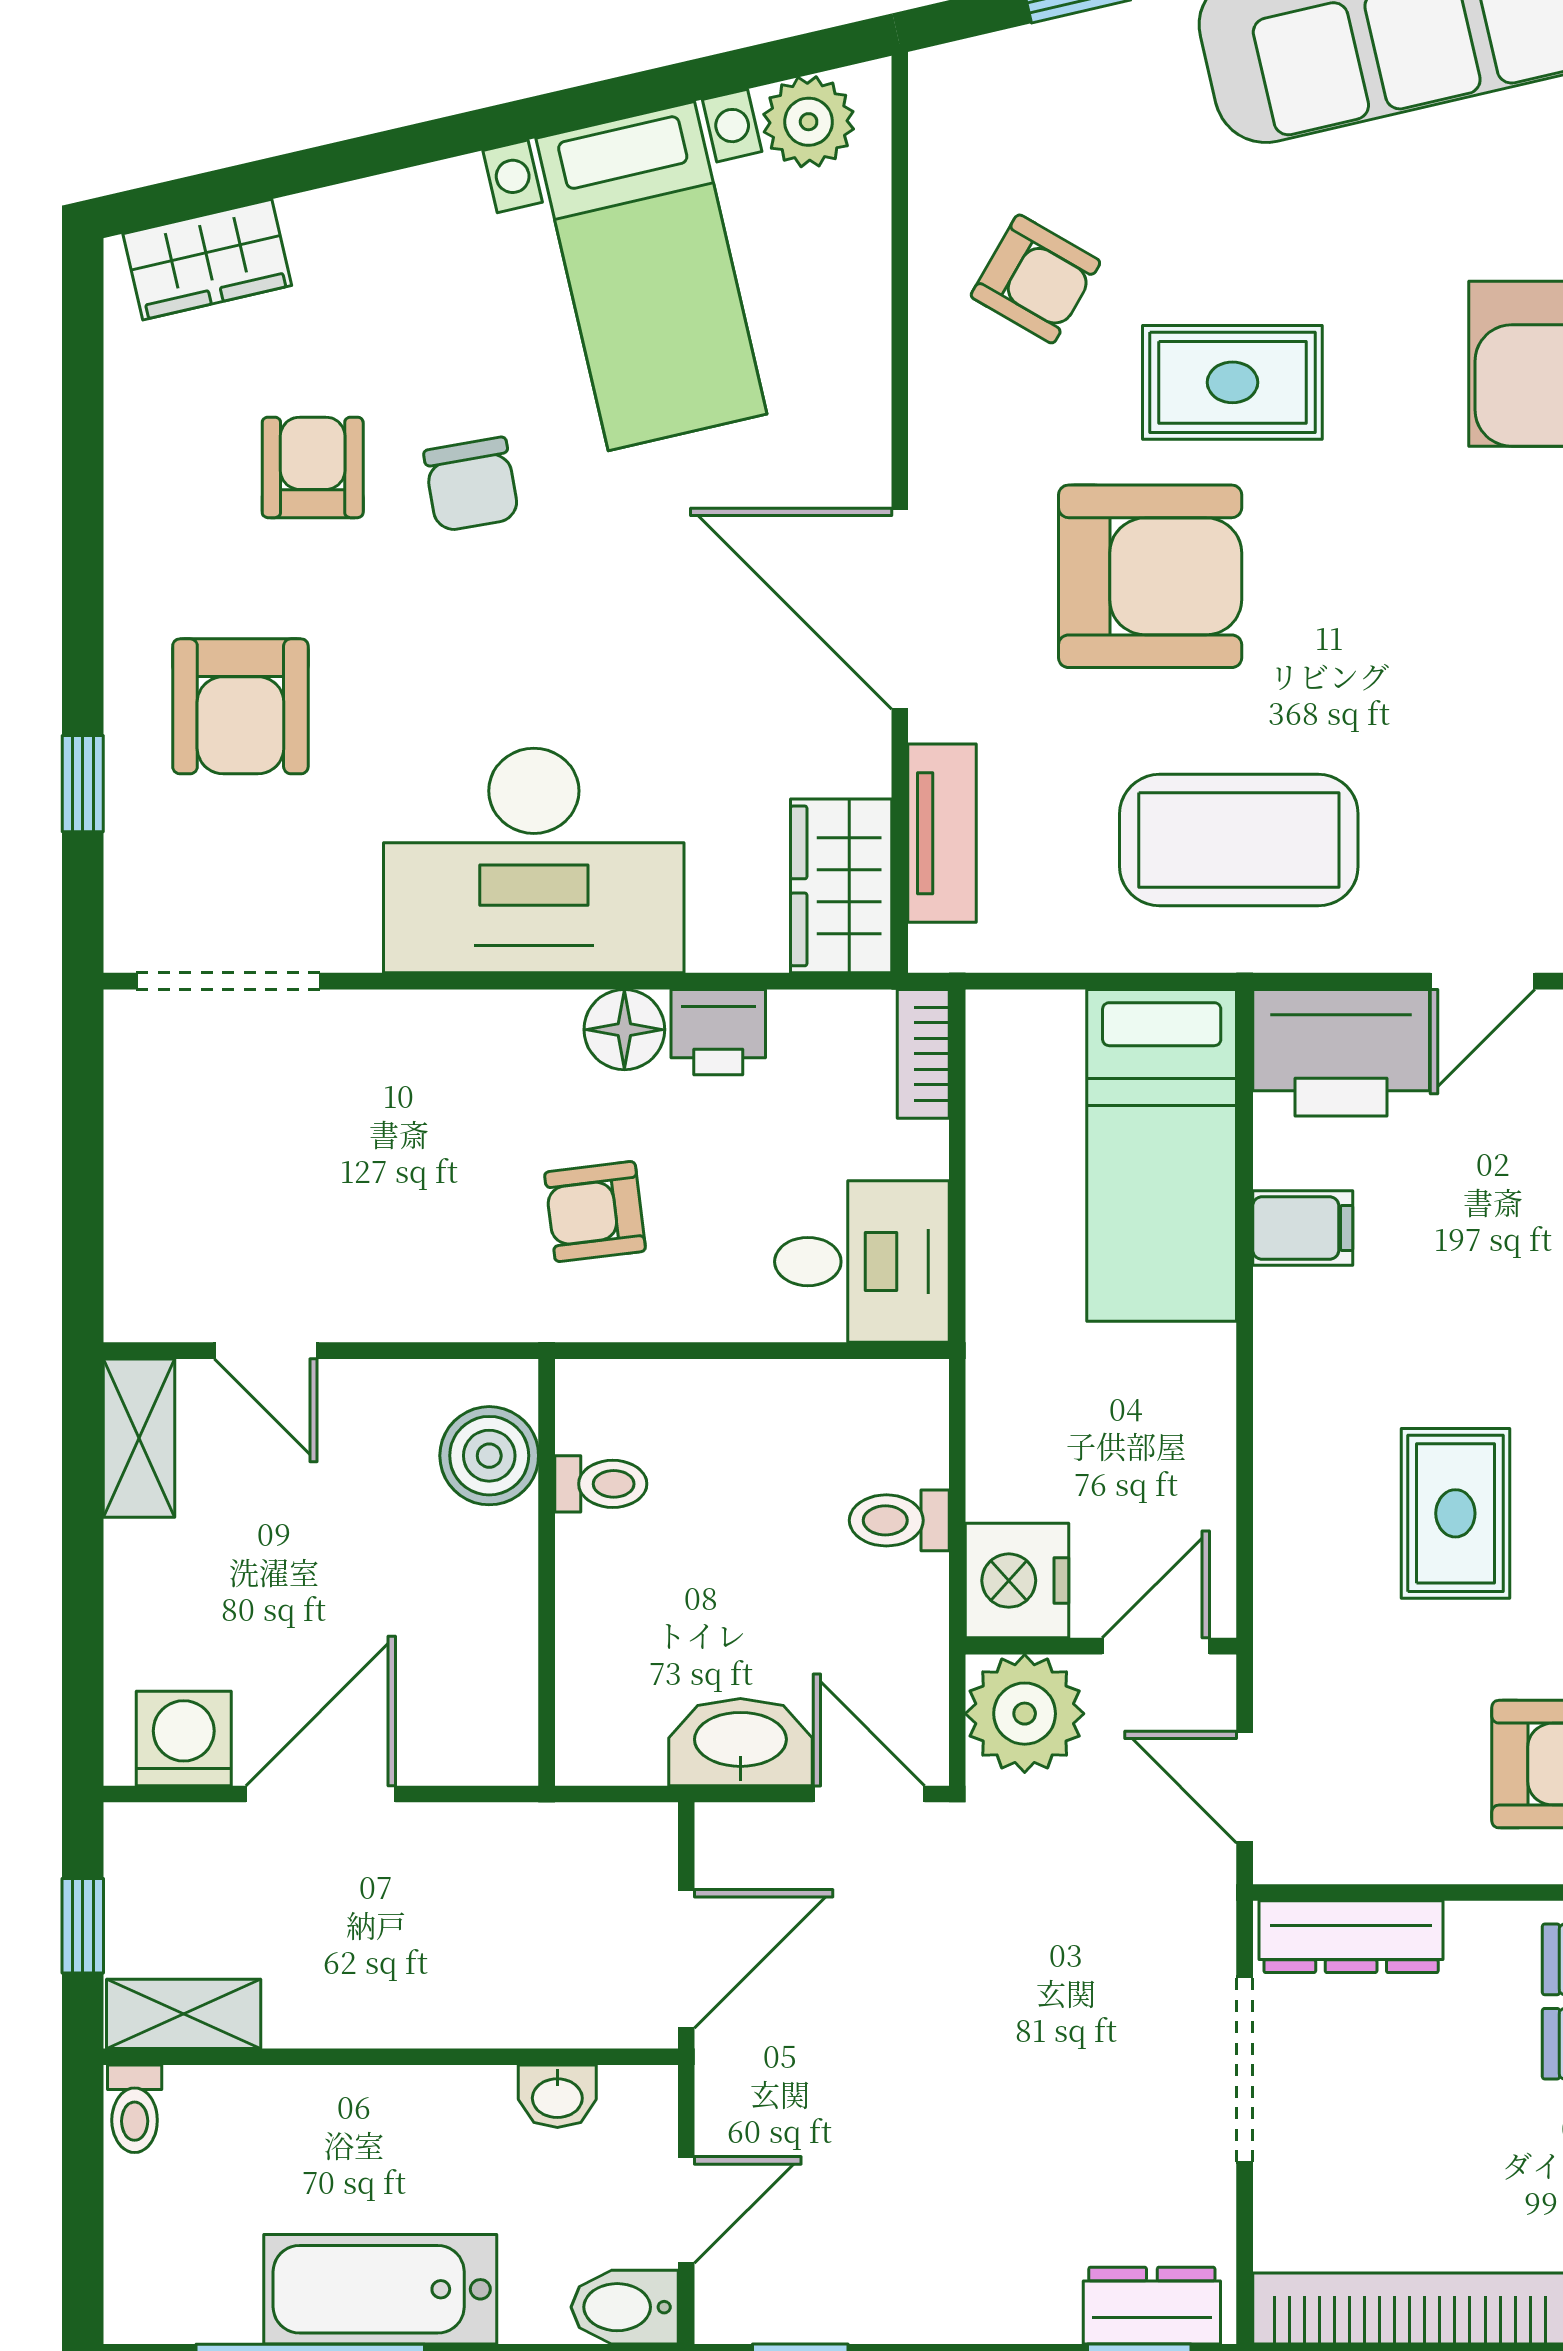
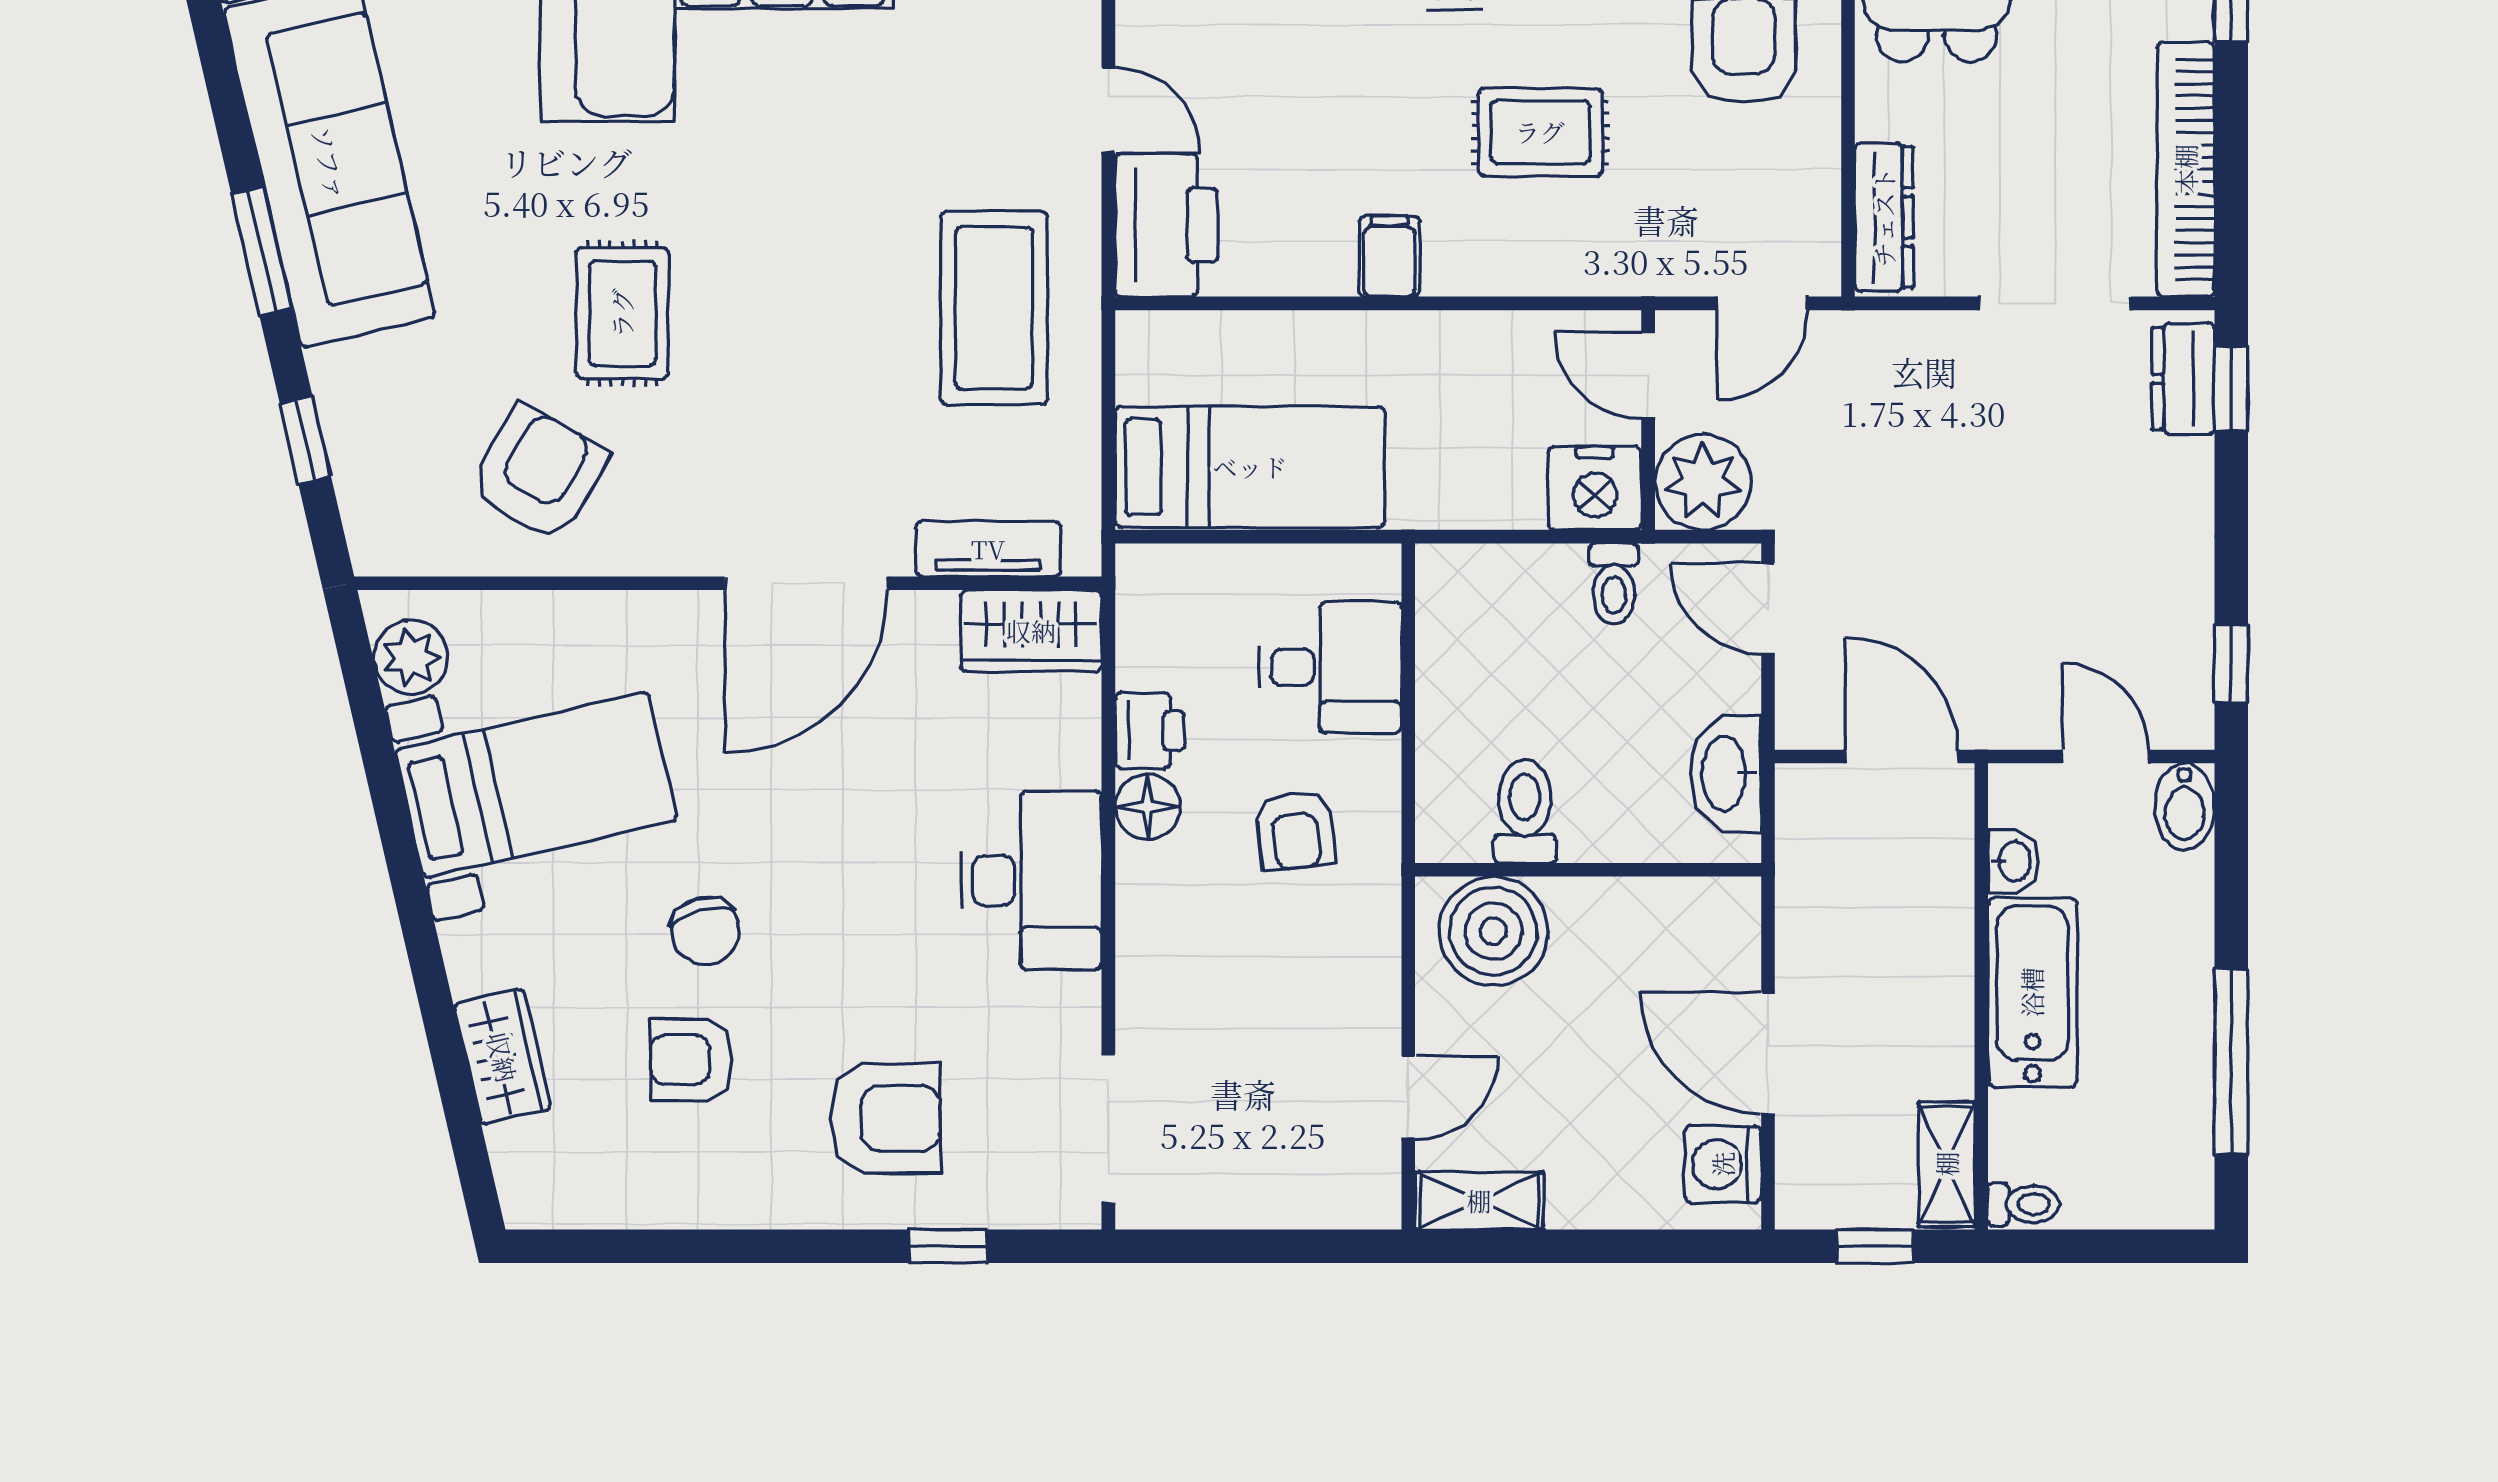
wardrobe: (207, 260) -> (502, 1057), moved
armchair: (1035, 279) -> (539, 473), width x1.38, depth x1.38
chair: (471, 484) -> (705, 931), turned 85
armchair: (1150, 576) -> (780, 380), removed
desk: (534, 861) -> (1032, 880), width x0.73, depth x0.77
bookcase: (923, 1054) -> (1167, 564), removed
bed: (1162, 1155) -> (1250, 467), moved
filing cabinet: (1303, 1228) -> (1389, 256), moved
desk: (862, 1262) -> (1331, 667), moved, turned 90
boiler: (489, 1456) -> (1493, 931), width x1.37, depth x1.37
toilet: (601, 1484) -> (1525, 812), width x1.37, depth x1.39
toilet: (899, 1520) -> (1614, 584), moved
washbasin: (740, 1742) -> (1726, 773), moved
door: (869, 1794) -> (1768, 608), hinge flipped
doorway: (1245, 2069) -> (2055, 303), moved
bathtub: (380, 2289) -> (2032, 992), moved, turned 180

